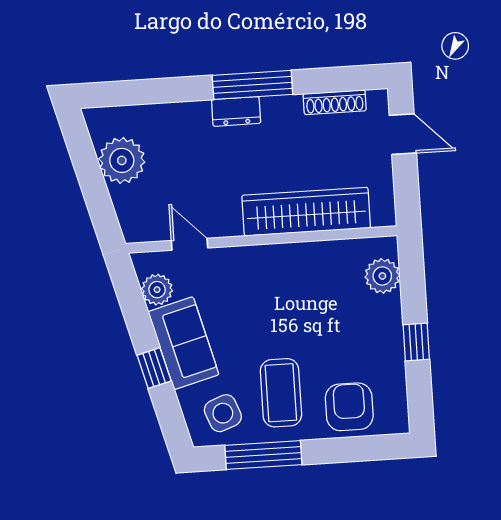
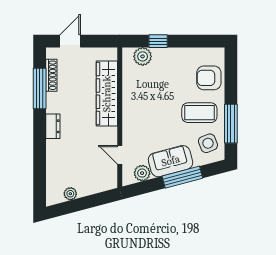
window: (252, 85) -> (40, 88), moved
plant: (122, 160) -> (70, 194), width x0.53, depth x0.53
door: (190, 244) -> (120, 155), hinge flipped
window: (416, 342) -> (158, 41), moved
window: (154, 368) -> (182, 177), width x2.17

